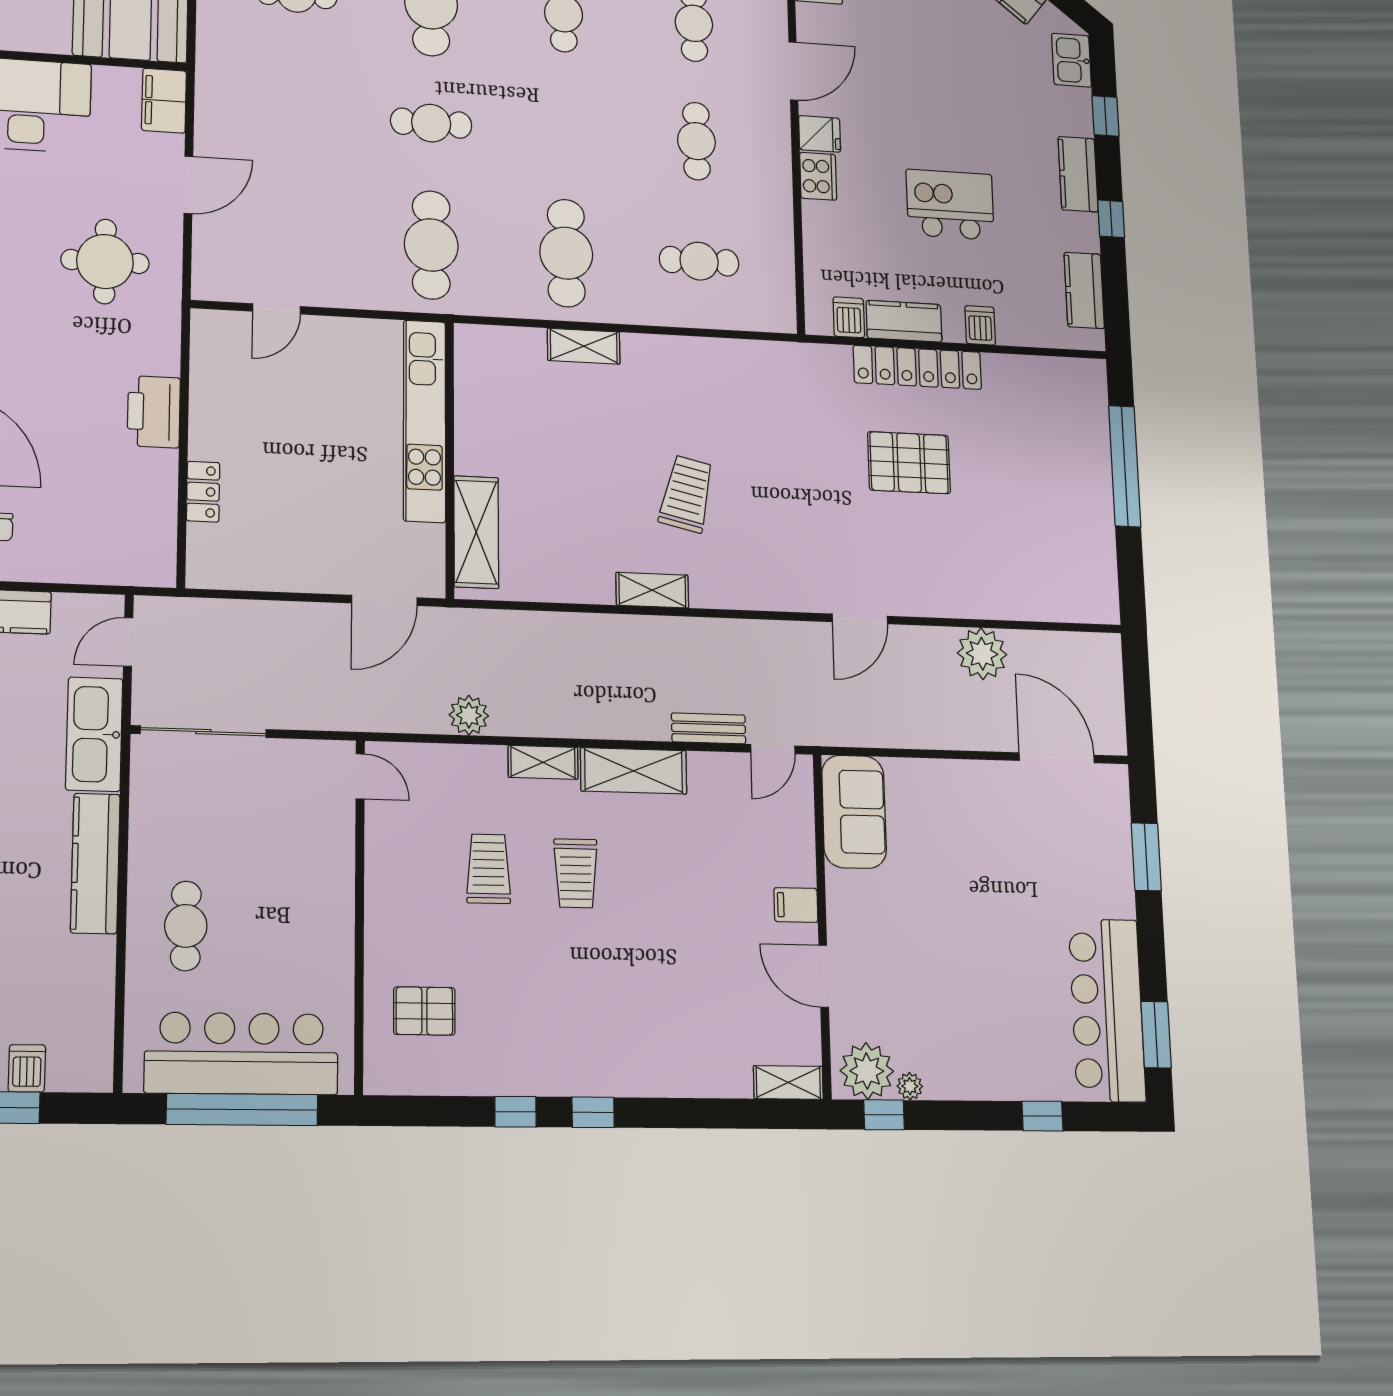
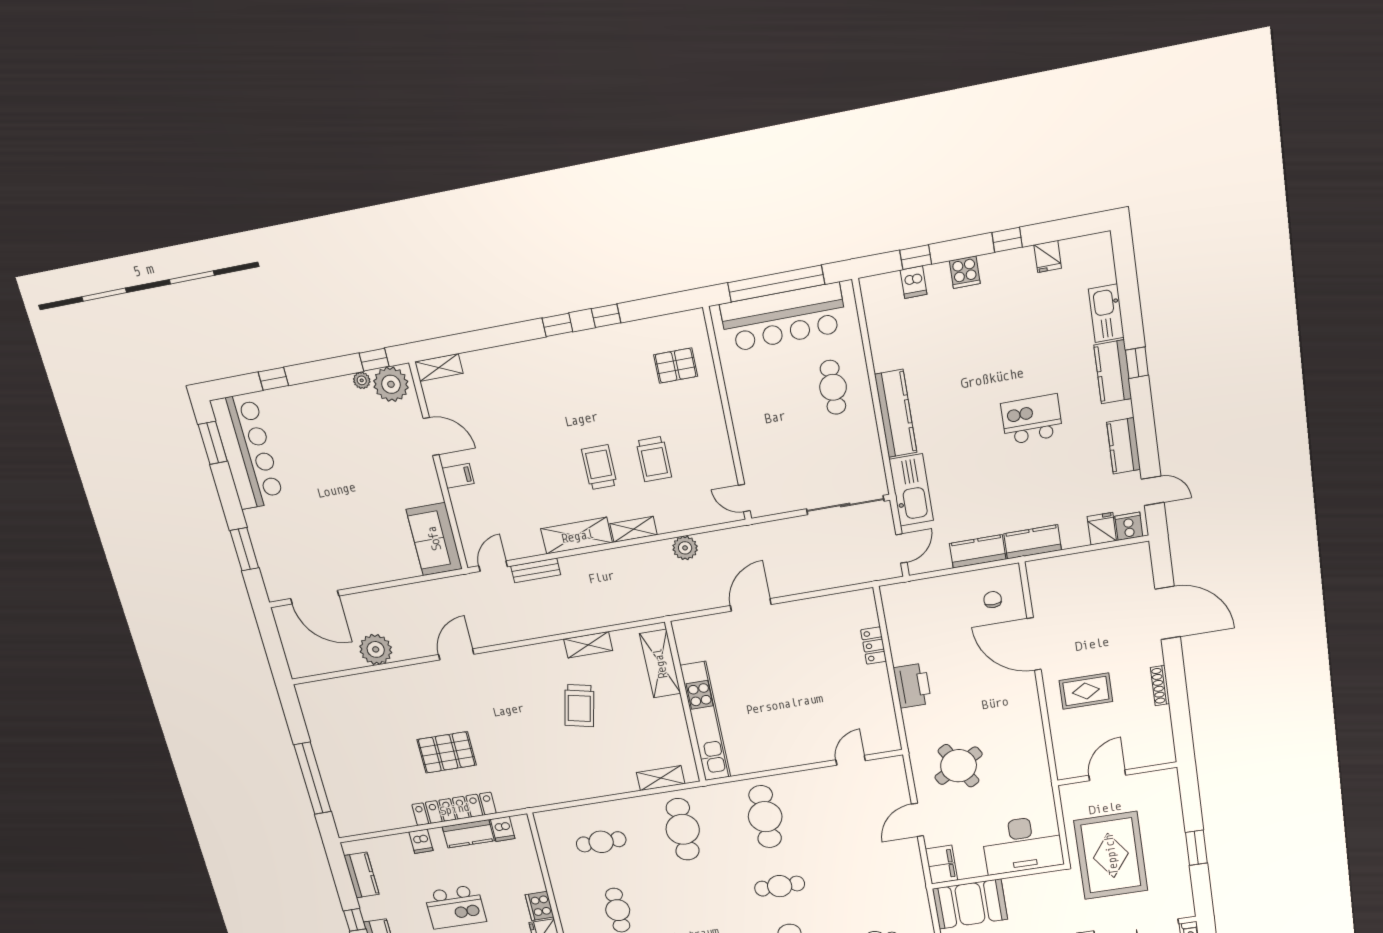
round table: (105, 261) -> (959, 766), turned -30
kitchen unit: (424, 421) -> (705, 721), moved
wall: (450, 459) -> (685, 702), moved
shelving: (476, 532) -> (660, 664), moved

